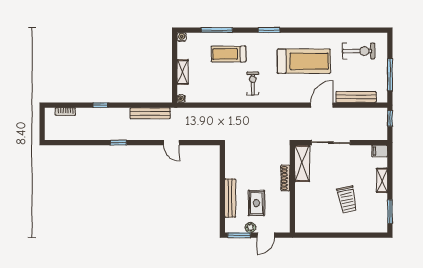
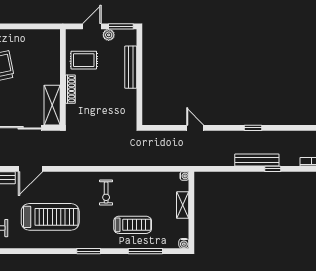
treadmill: (304, 61) -> (50, 217), turned 180
bench: (150, 113) -> (257, 160), moved
rug: (256, 203) -> (84, 60), moved, turned 90

